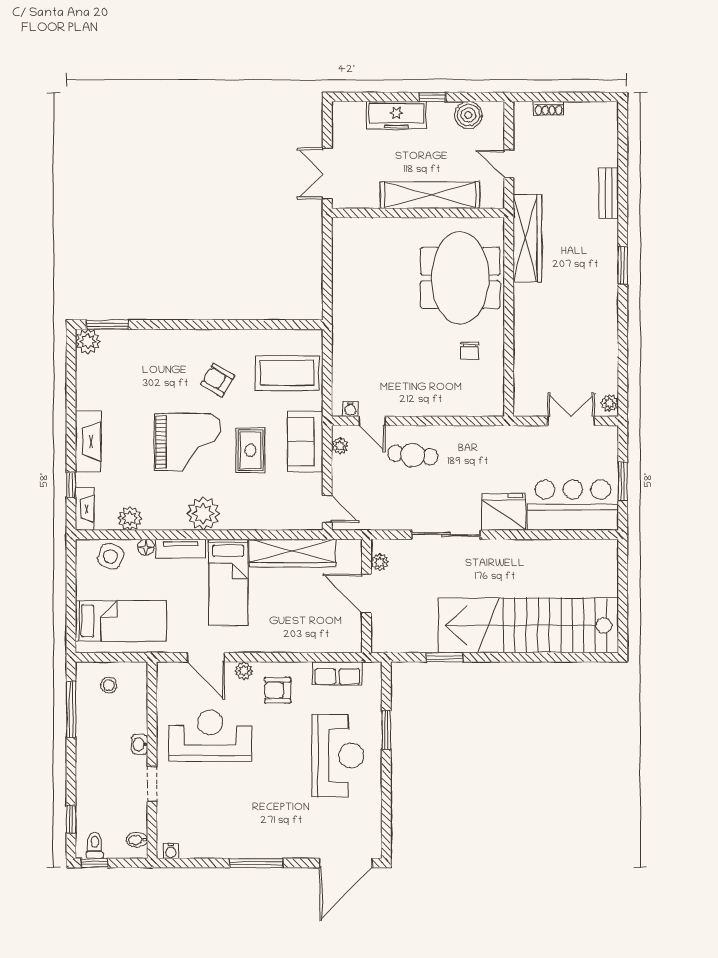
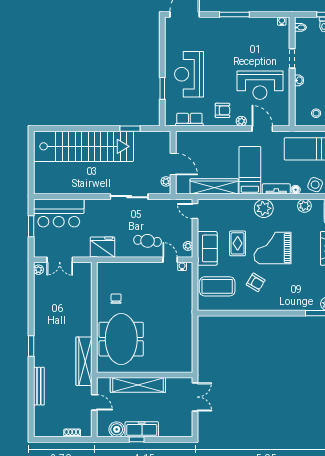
freezer: (396, 115) -> (142, 429), moved
bench: (609, 193) -> (39, 386), width x1.36
fridge: (504, 512) -> (102, 247), moved, turned 180

